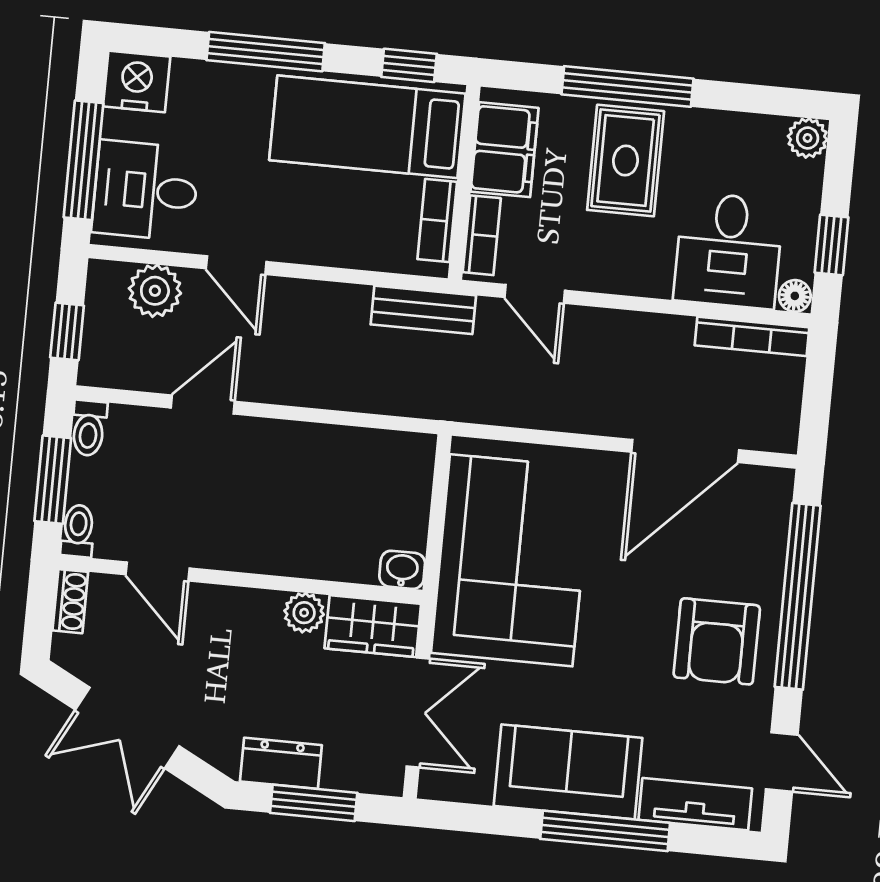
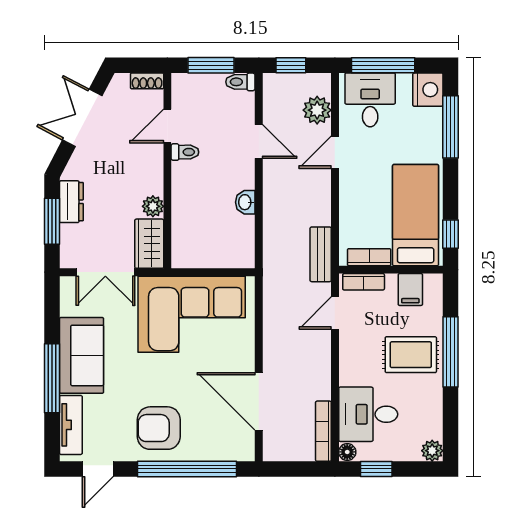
window: (266, 52) -> (450, 127), moved
filing cabinet: (505, 150) -> (410, 290), width x0.50
toilet: (78, 531) -> (185, 152), moved
washbasin: (402, 570) -> (245, 202), moved, turned 180

